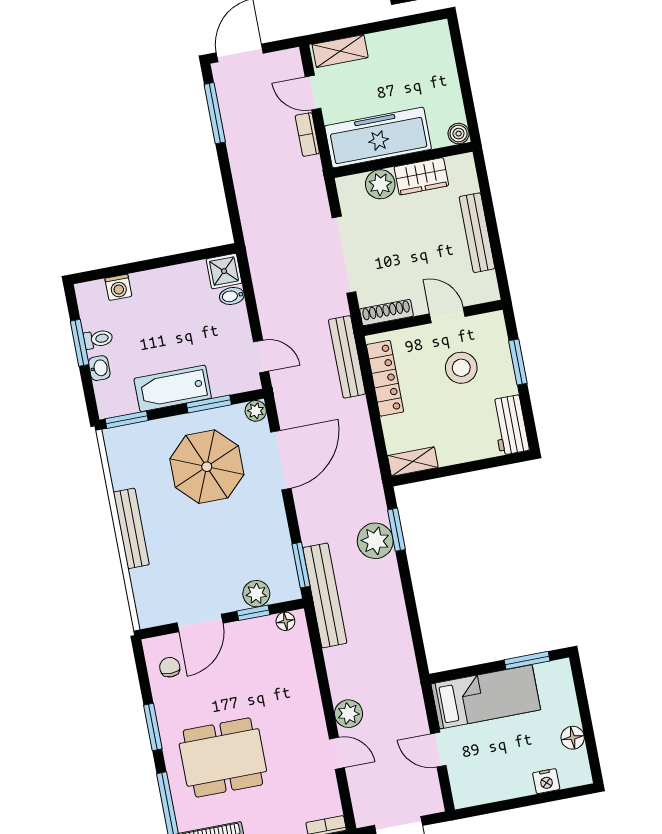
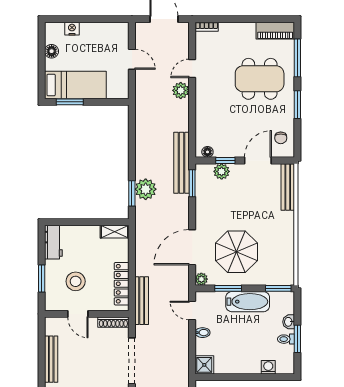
bidet: (232, 296) -> (203, 333), moved
bench: (131, 528) -> (288, 187), moved
bed: (486, 697) -> (75, 85), moved, turned 180
door: (337, 753) -> (192, 68), hinge flipped

